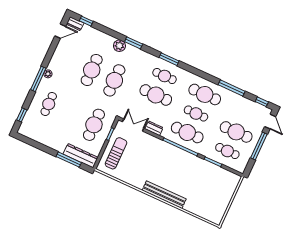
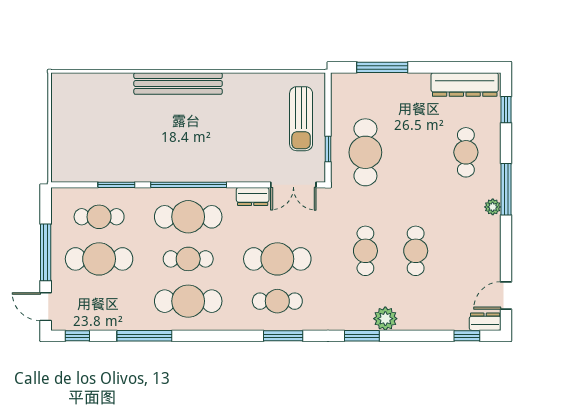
cafe table: (92, 70) -> (416, 251), width x0.73, depth x0.74
cafe table: (114, 80) -> (365, 251), width x0.73, depth x0.74
dresser: (81, 156) -> (465, 85), moved

